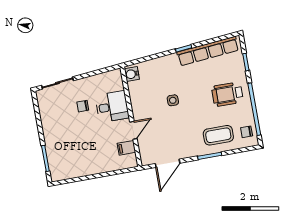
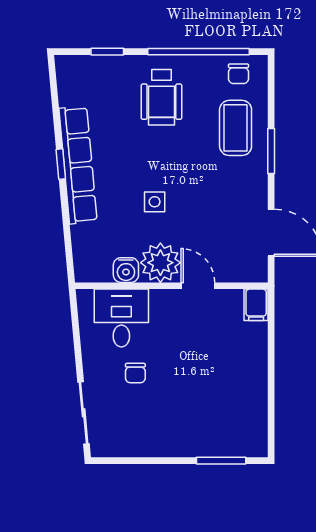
row of seats: (208, 51) -> (78, 165), moved
water cooler: (132, 74) -> (126, 270), moved
desk: (112, 107) -> (121, 318), moved
plant: (142, 109) -> (160, 263), added
filing cabinet: (126, 148) -> (256, 305), moved

